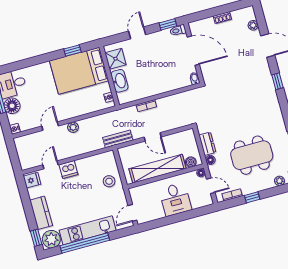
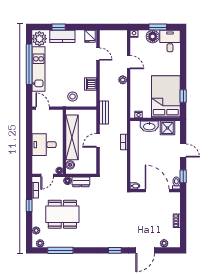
door: (193, 51) -> (157, 191), swing flipped
dining table: (252, 155) -> (62, 214), turned 90
dishwasher: (68, 170) -> (90, 84), moved
window: (36, 238) -> (59, 27), moved

